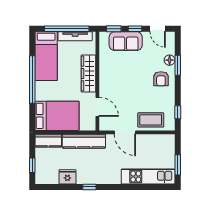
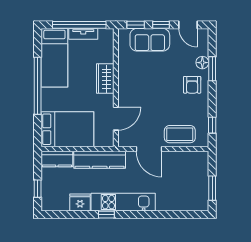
tv unit: (75, 36) -> (83, 34), width x0.71
wardrobe: (88, 74) -> (105, 79), width x0.67
door: (97, 107) -> (116, 119), hinge flipped
kitchen unit: (148, 177) -> (123, 202), moved

